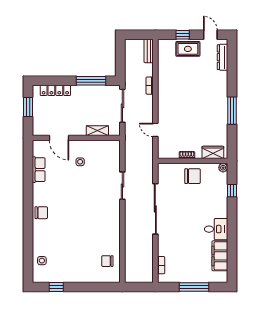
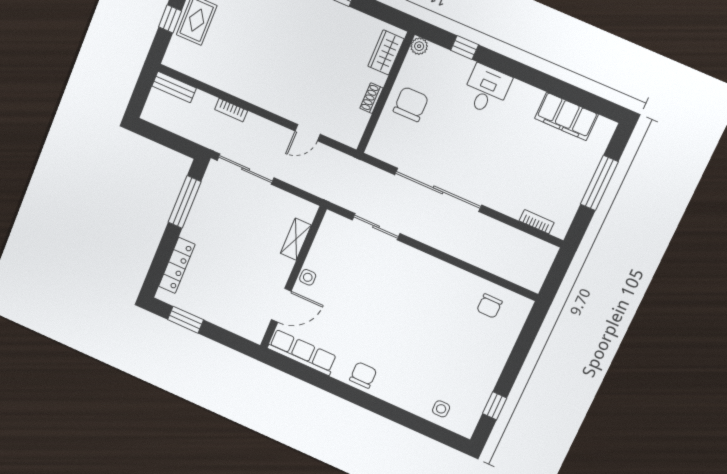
shelving: (97, 131) -> (296, 239), moved
door: (59, 138) -> (281, 305), moved
wall: (76, 138) -> (293, 278), moved
row of seats: (39, 170) -> (302, 352), width x1.48
desk: (216, 229) -> (486, 89), moved

